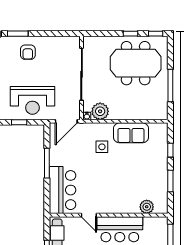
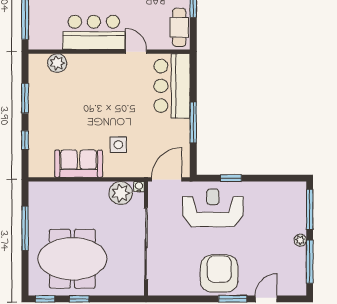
armchair: (28, 52) -> (219, 274), width x1.88, depth x1.88

